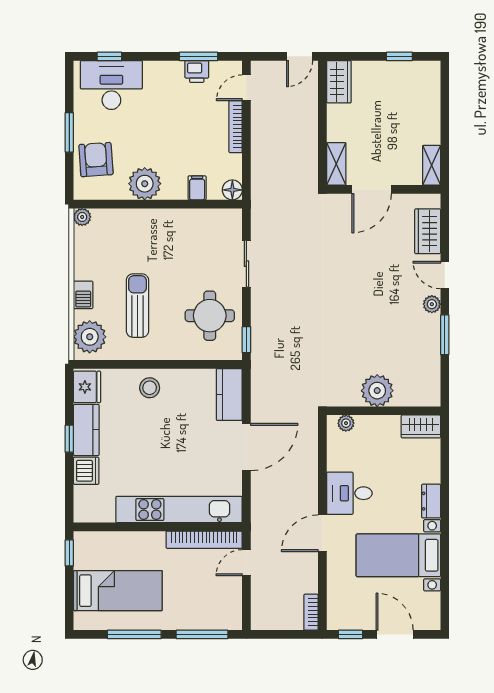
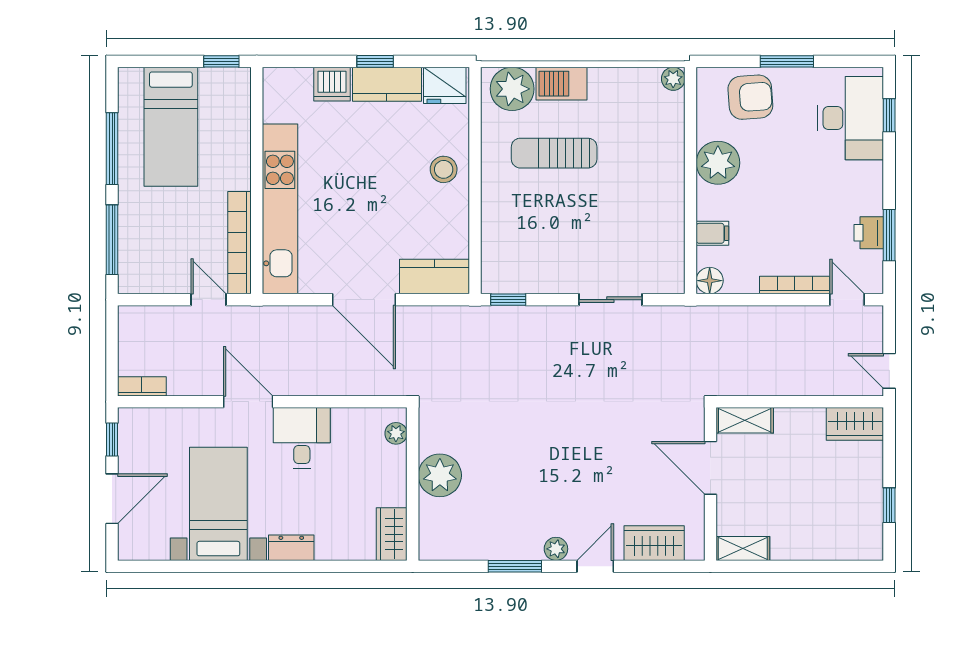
barbecue: (83, 295) -> (562, 84), width x1.38, depth x1.27
sun lounger: (137, 306) -> (554, 153), turned 180
round table: (210, 316) -> (541, 250), removed

